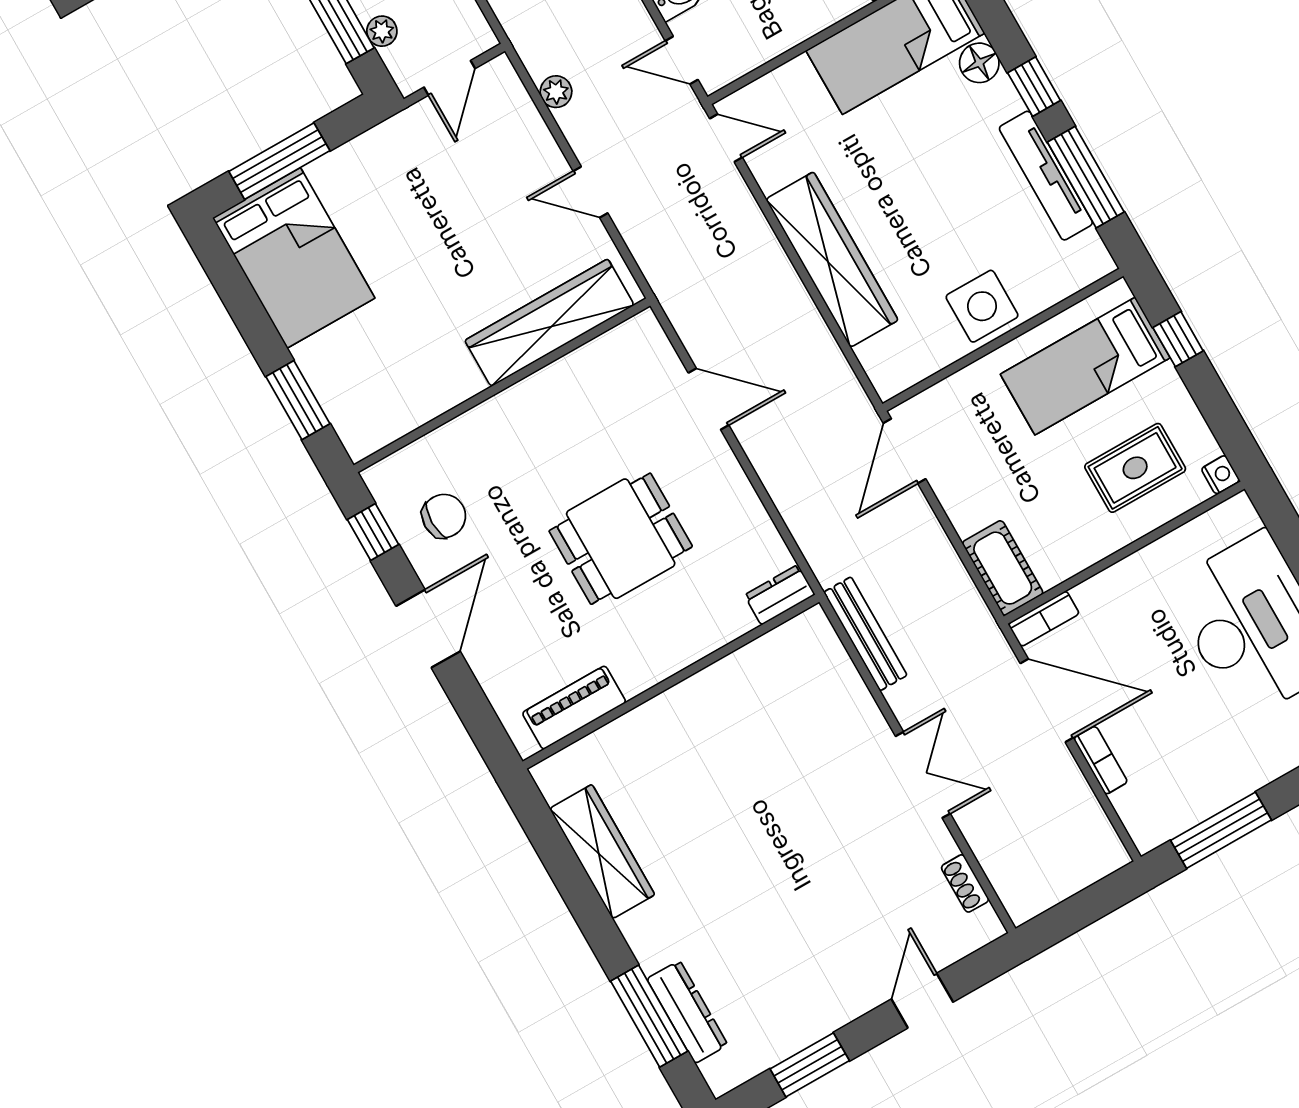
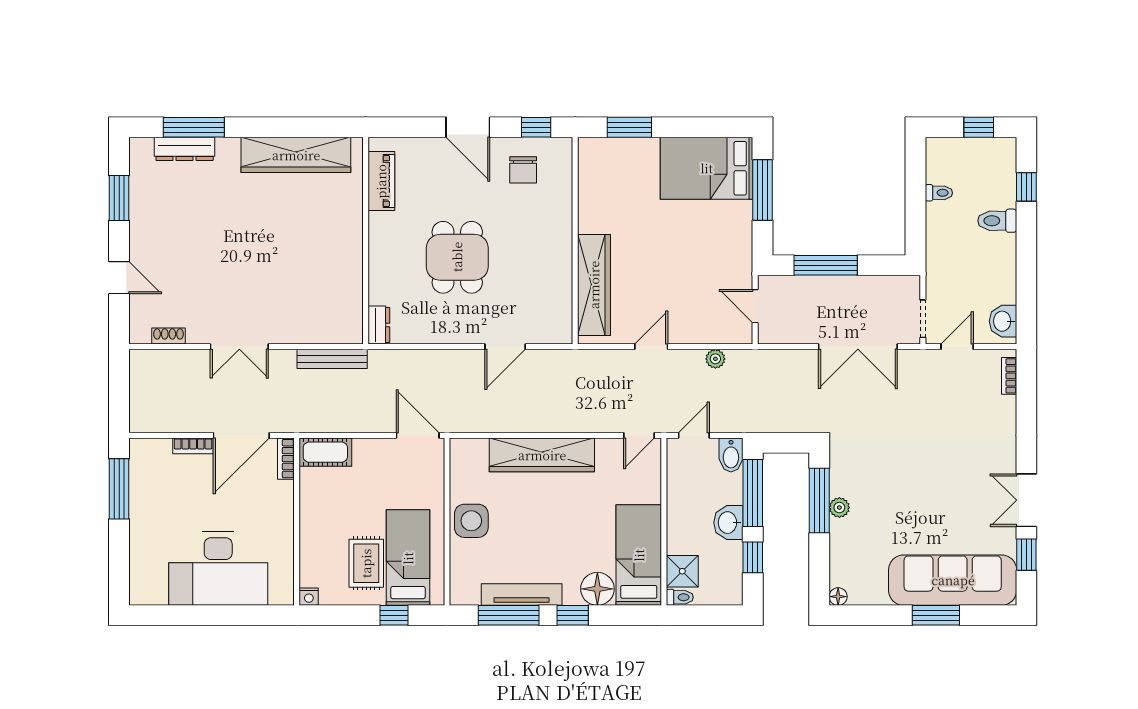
plant: (382, 31) -> (801, 284), removed
floor lamp: (979, 63) -> (597, 589), width x1.38, depth x1.38
rug: (1135, 468) -> (366, 563), moved
wardrobe: (602, 852) -> (296, 155), width x1.40, depth x1.17

